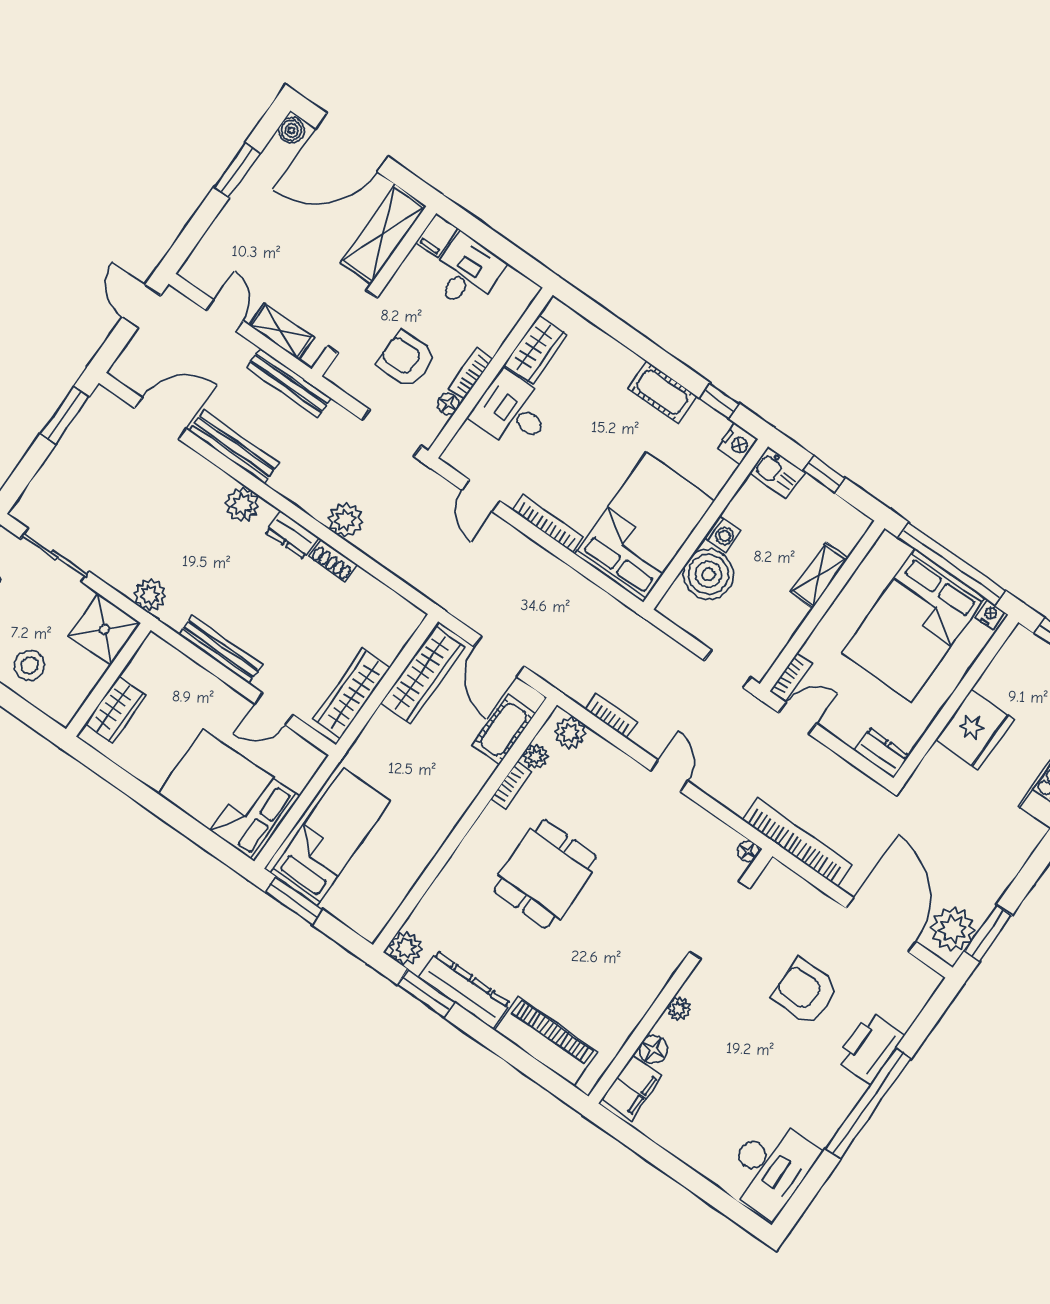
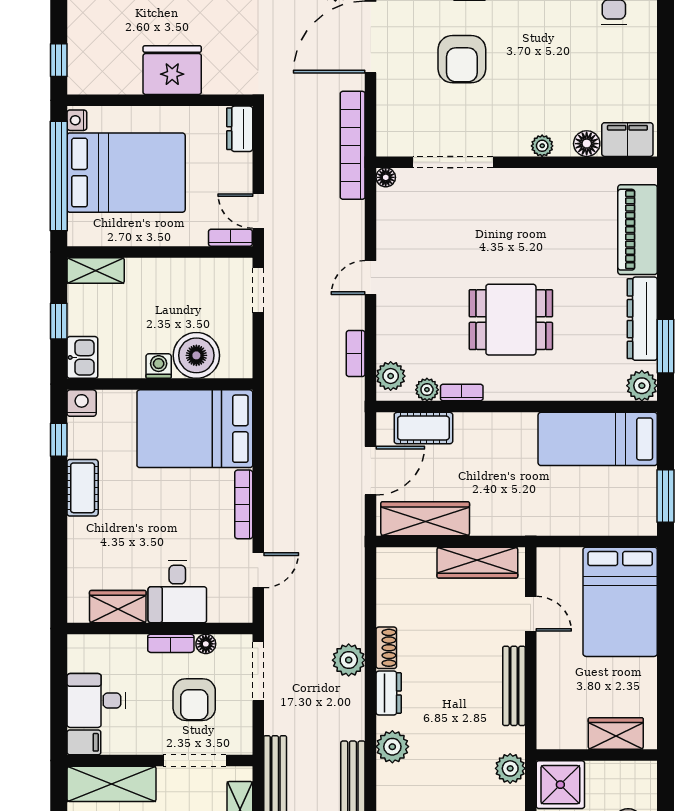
shelving: (819, 575) -> (96, 271), moved
bed: (330, 837) -> (598, 439), moved

